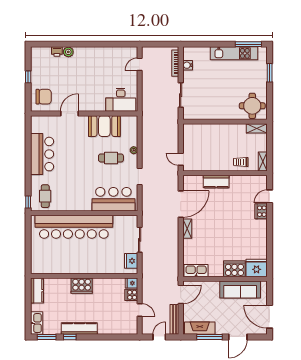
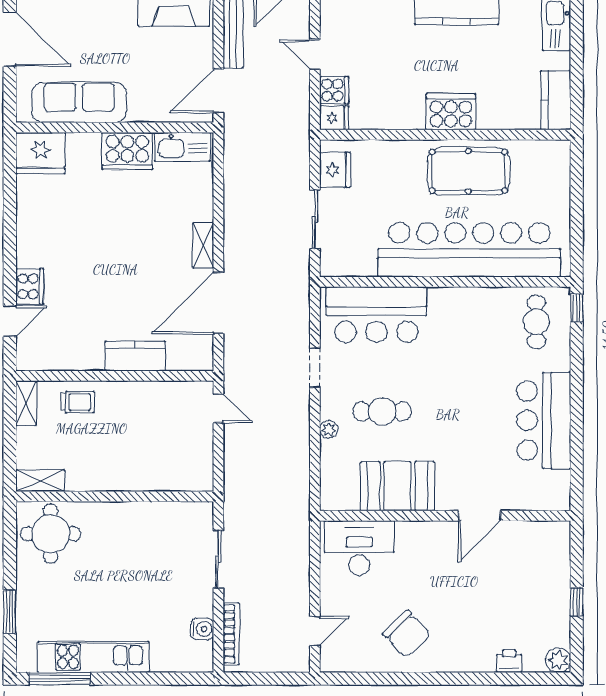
plant: (68, 52) -> (558, 660), moved
chair: (44, 97) -> (407, 634), moved, turned -134
pool table: (74, 260) -> (468, 171), added
cooker: (234, 269) -> (127, 151), moved

